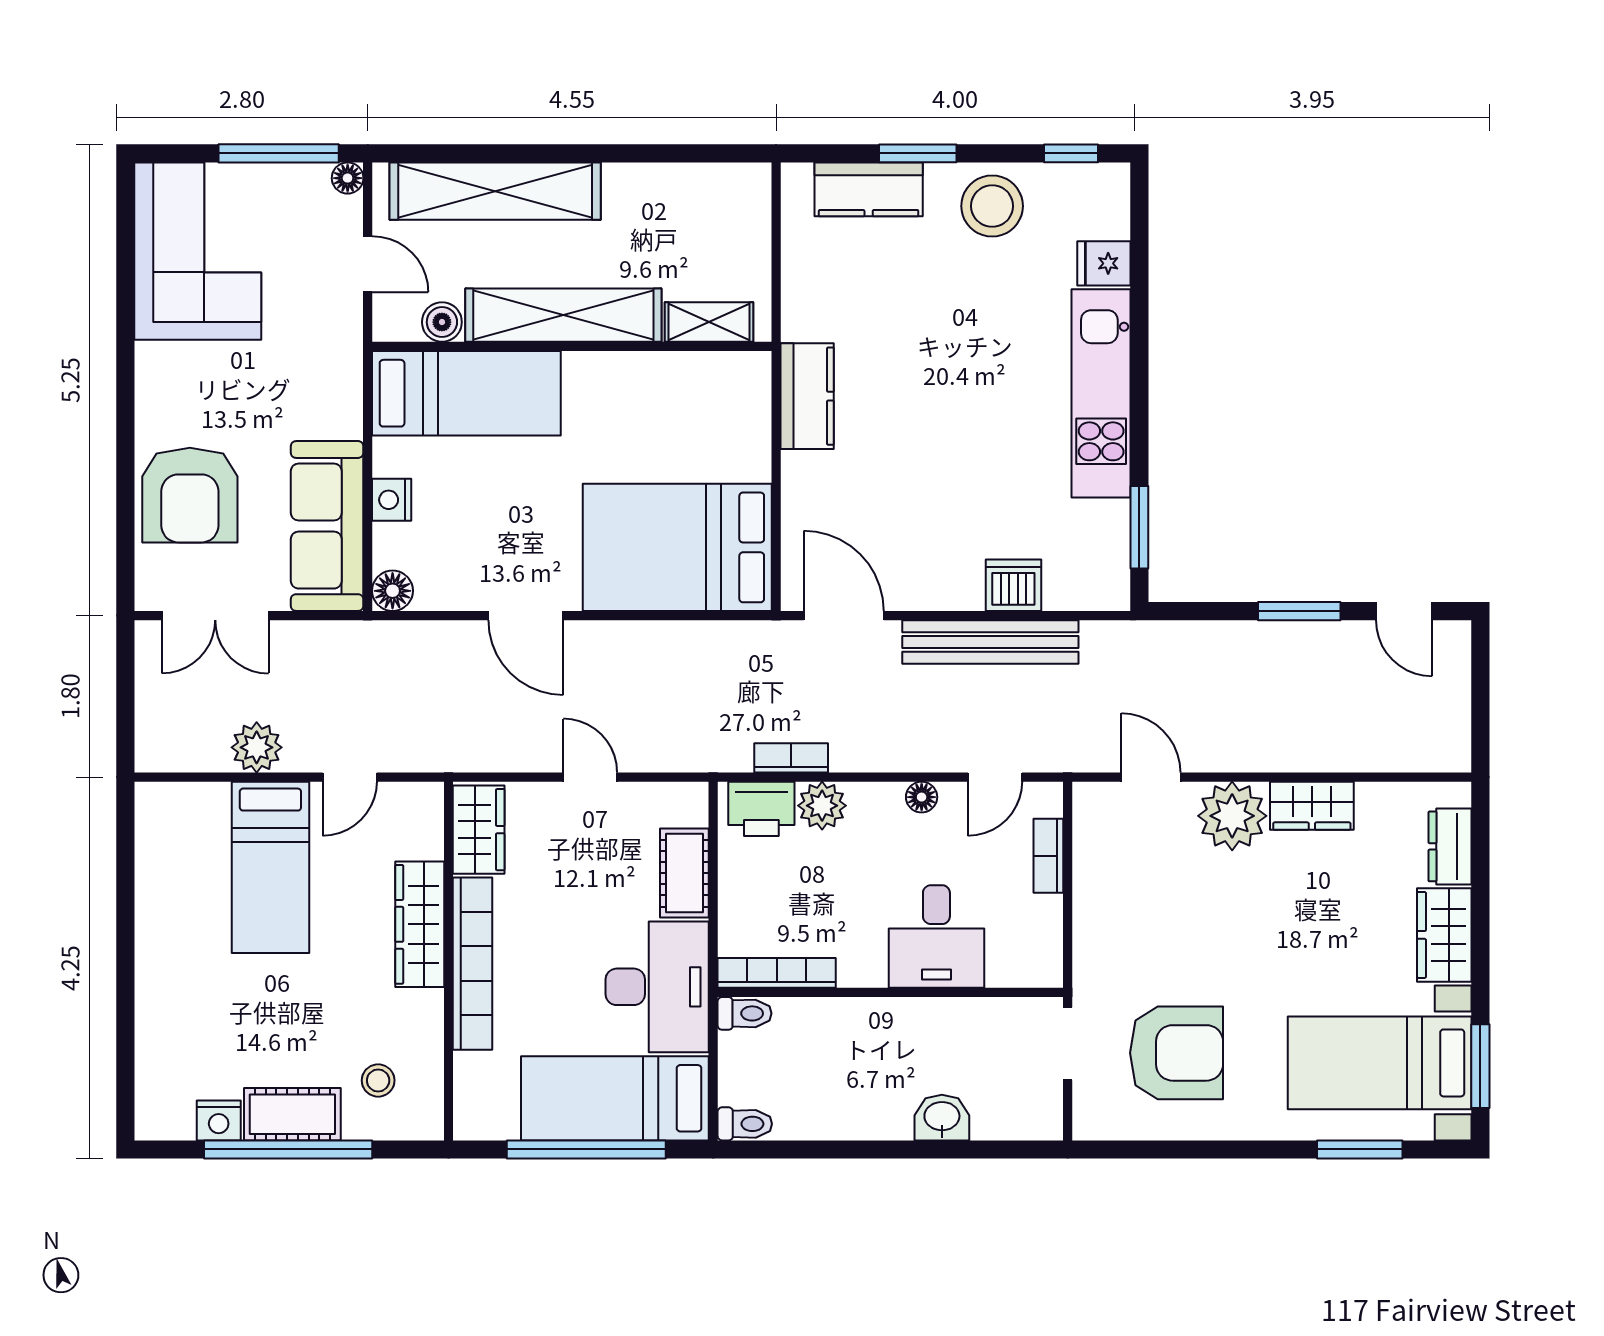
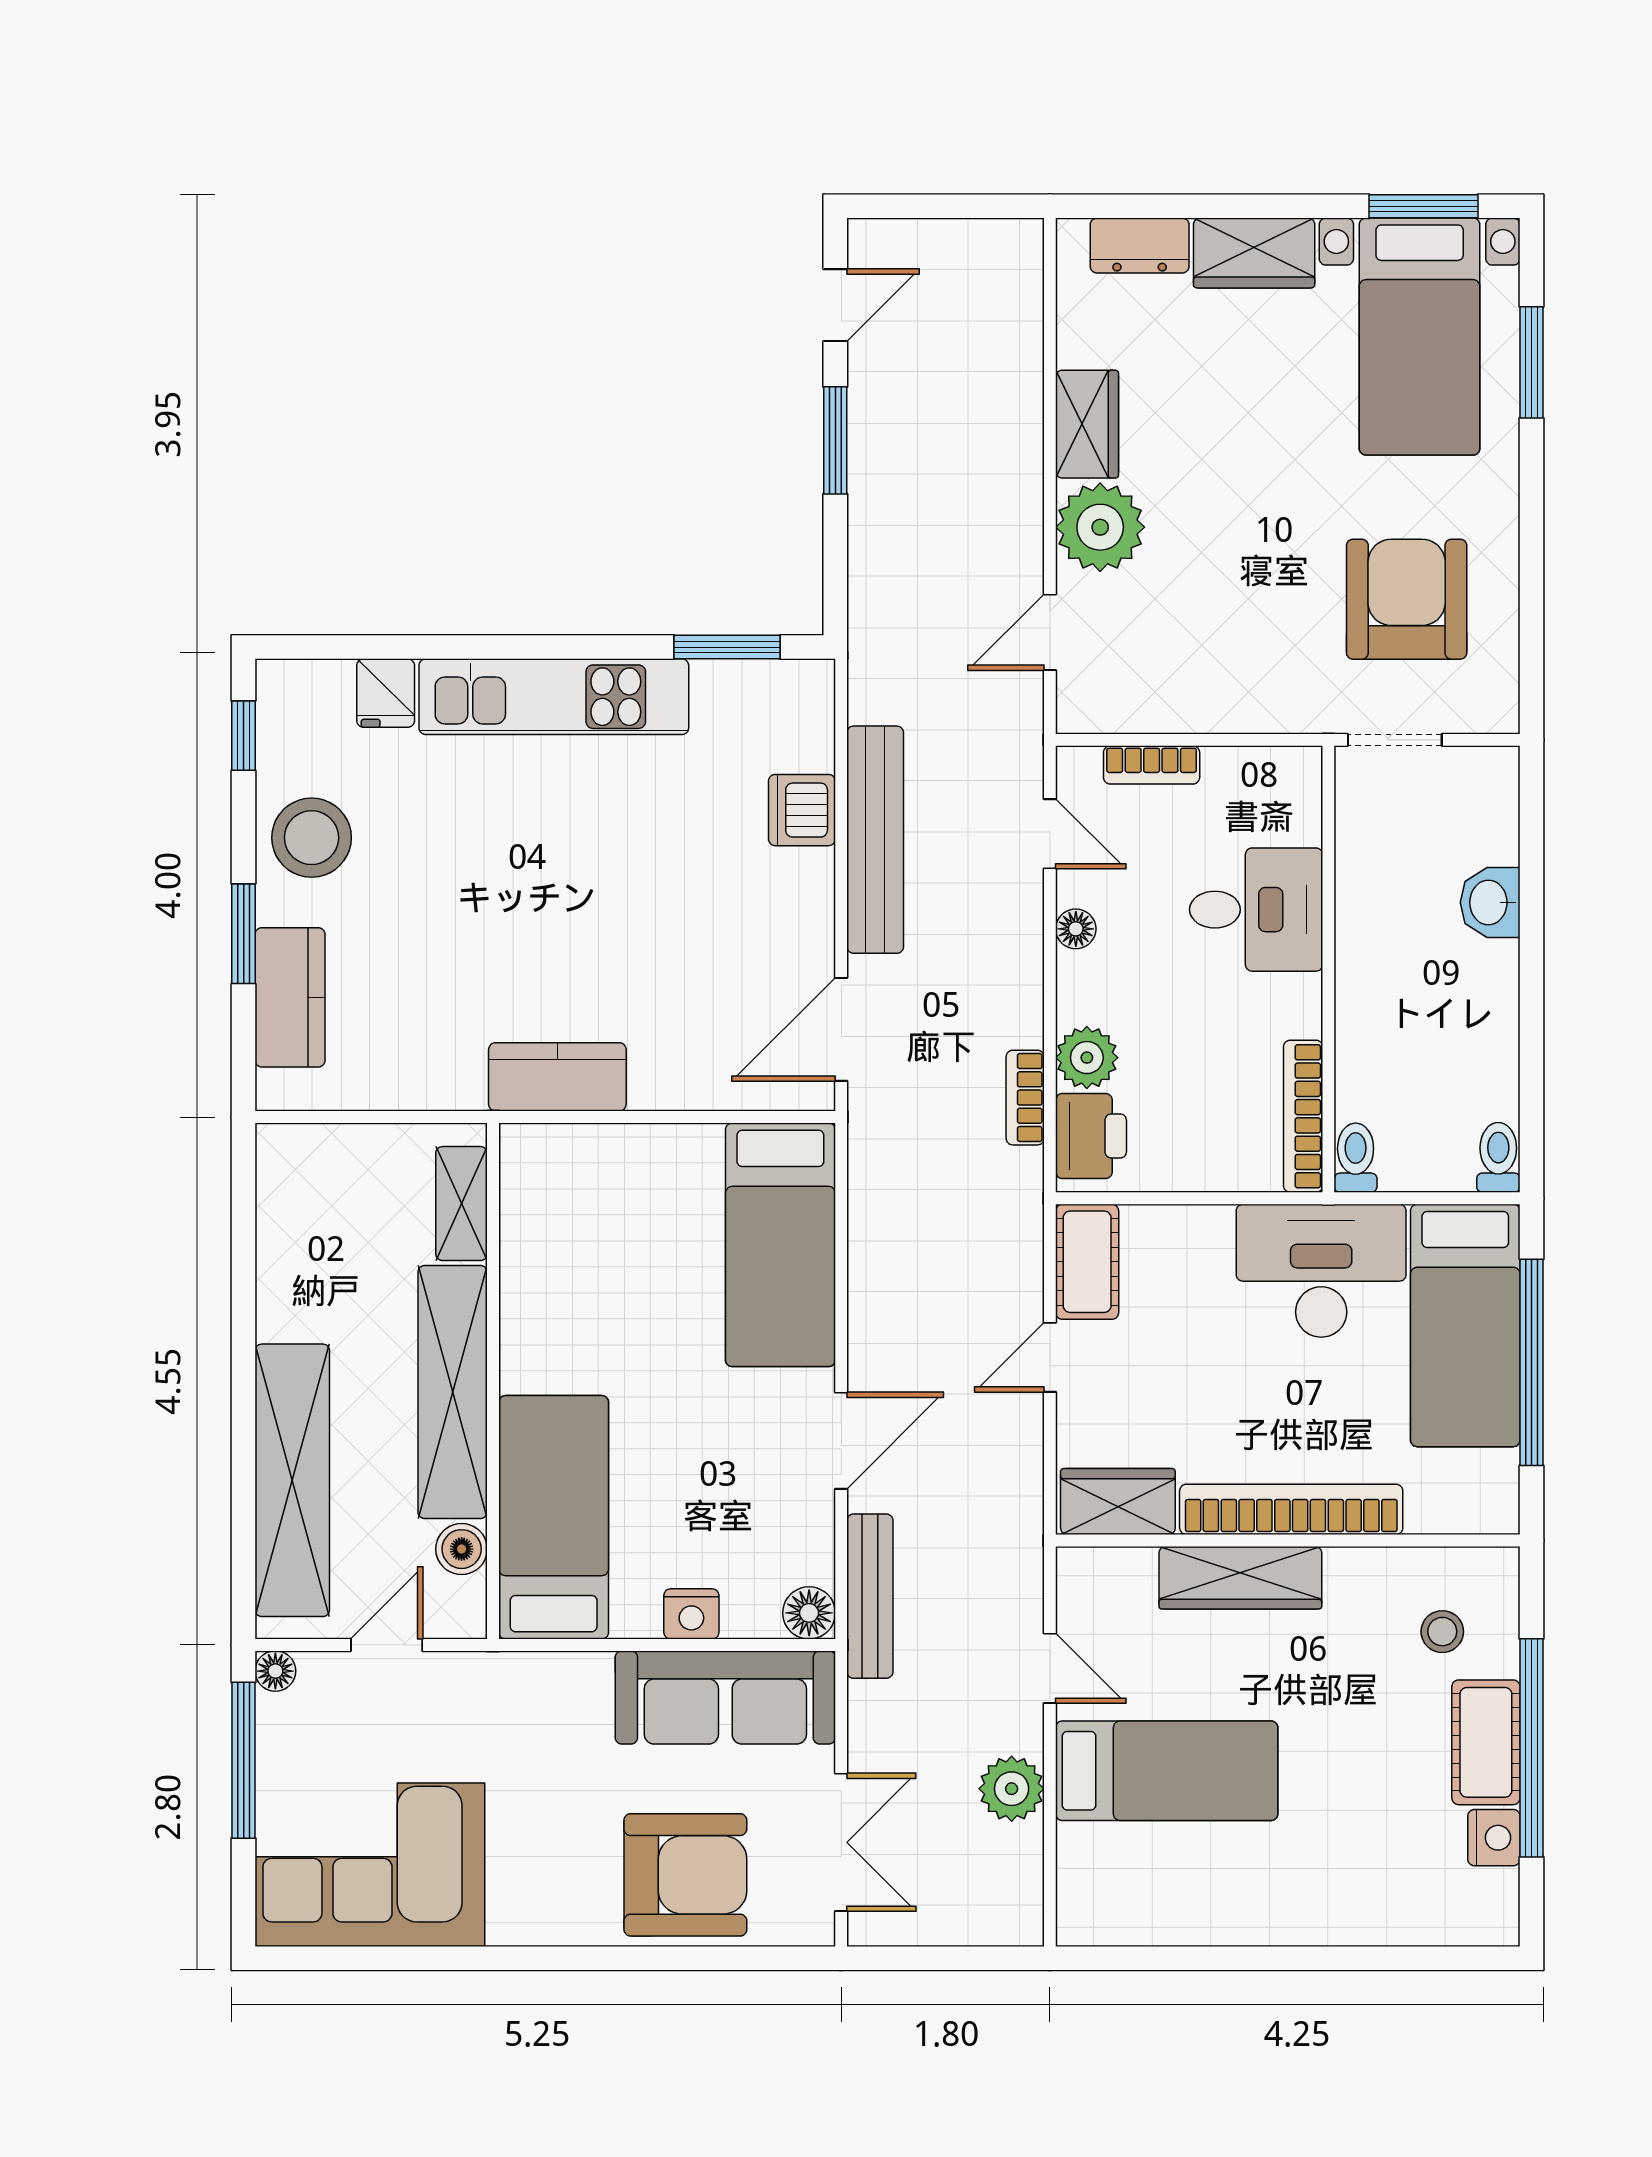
bed: (677, 547) -> (780, 1245), width x0.67
bench: (405, 638) -> (870, 1596), added
cot: (684, 873) -> (1087, 1262), moved, turned 90

